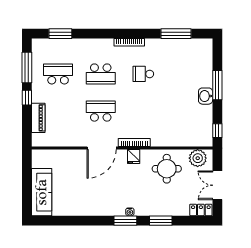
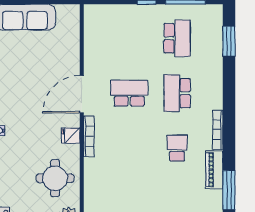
school desk: (101, 111) -> (129, 93), turned -90
piano: (38, 118) -> (214, 170), moved, turned 90
door: (102, 148) -> (82, 94), hinge flipped

